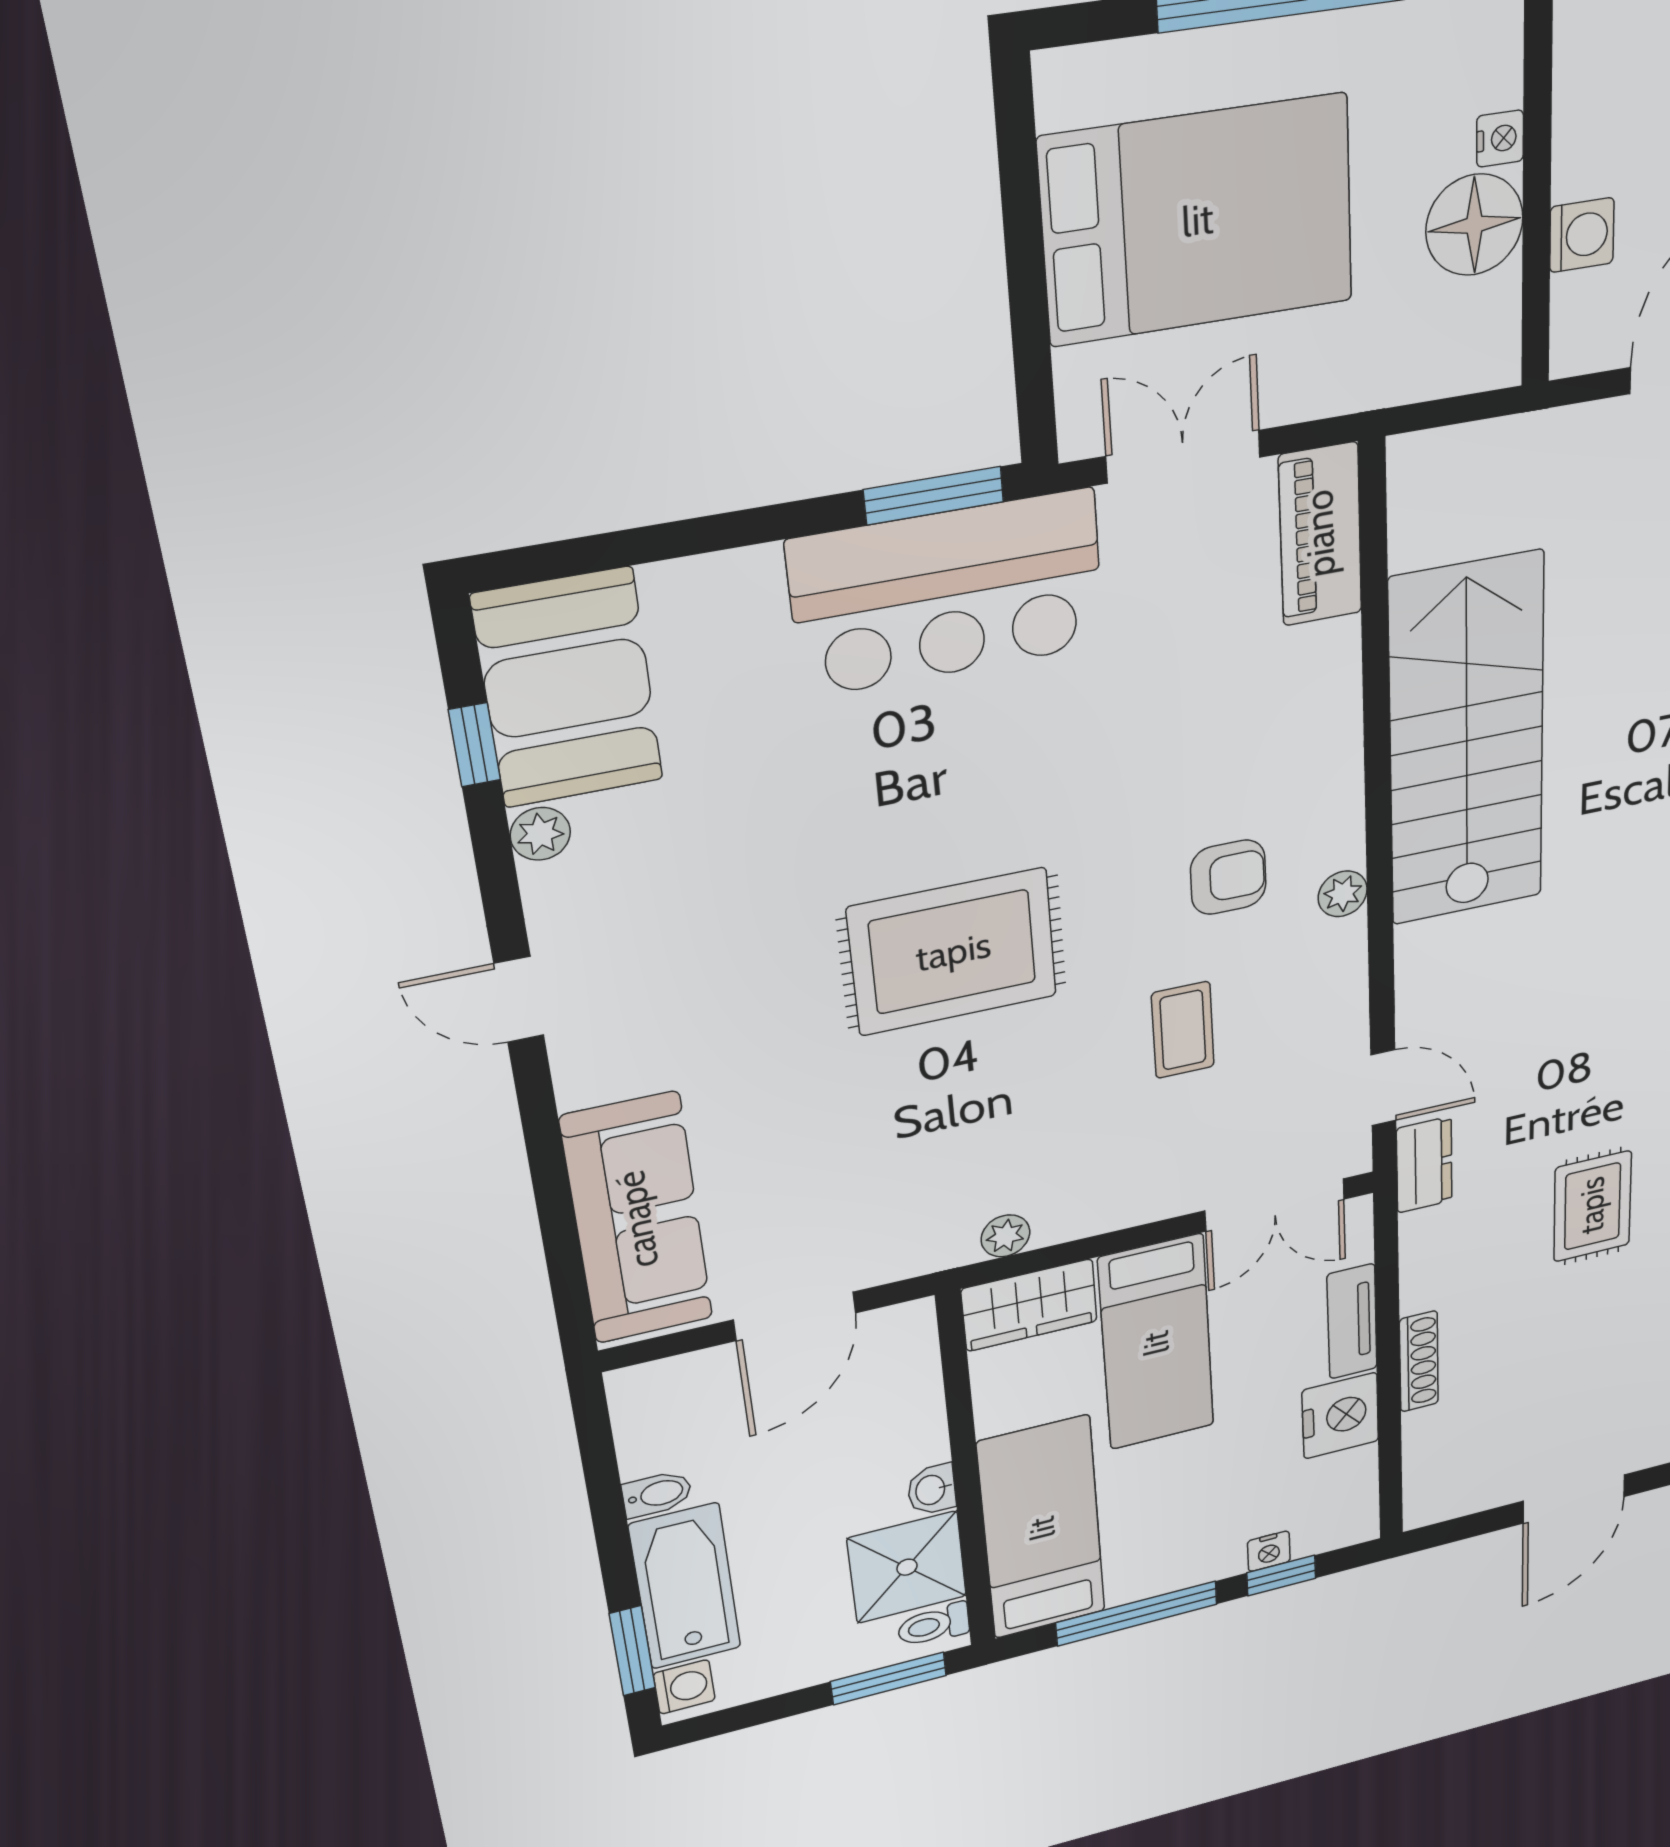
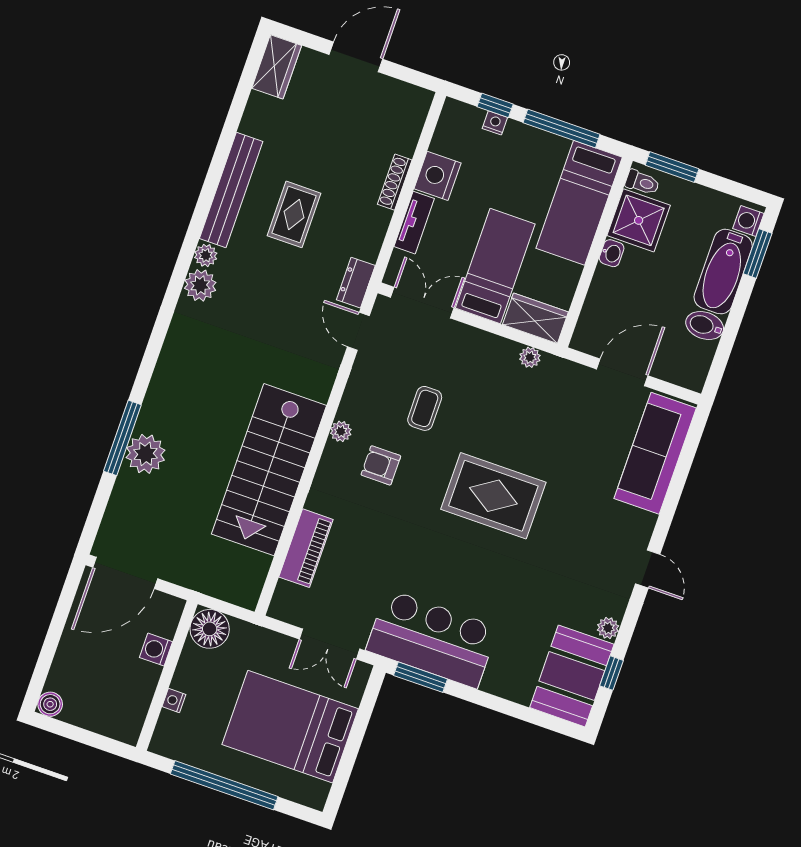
floor lamp: (1474, 225) -> (210, 629), moved
piano: (1320, 534) -> (306, 548), moved
bidet: (657, 1494) -> (705, 326), width x1.38, depth x1.36

